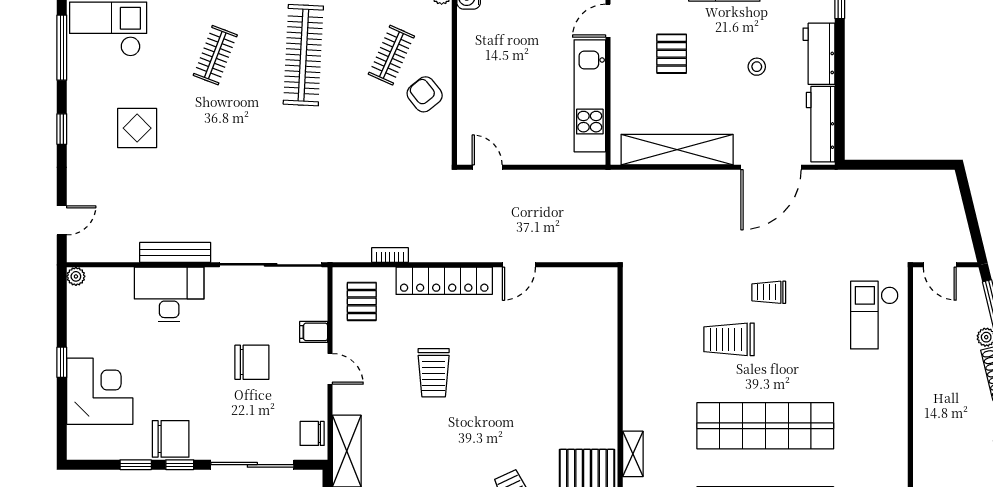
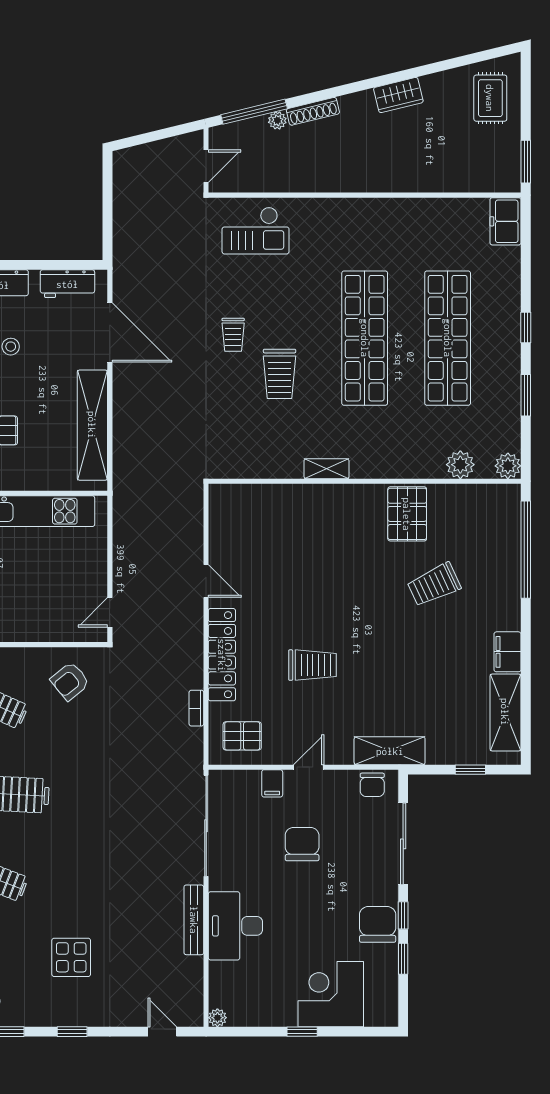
armchair: (425, 94) -> (70, 681), moved
workbench: (821, 124) -> (67, 284), width x0.73
shelving: (633, 454) -> (327, 469), moved

